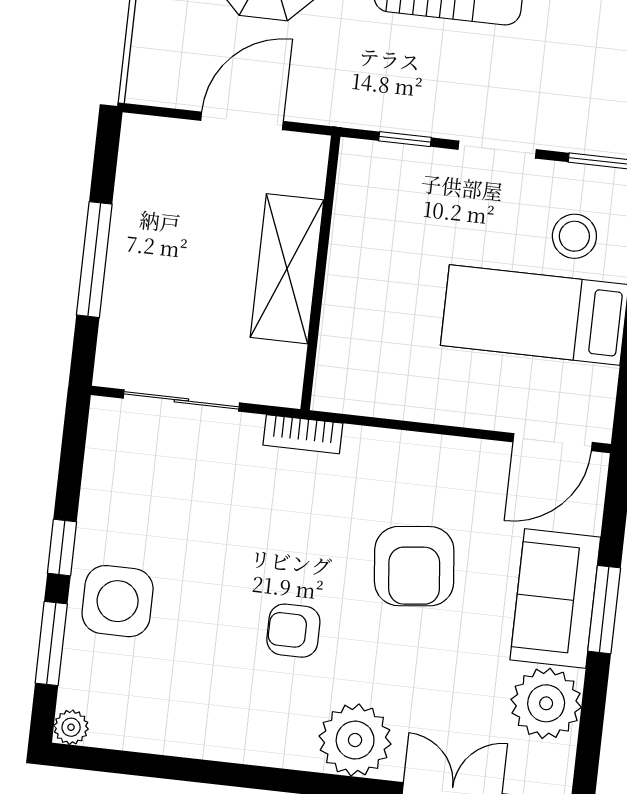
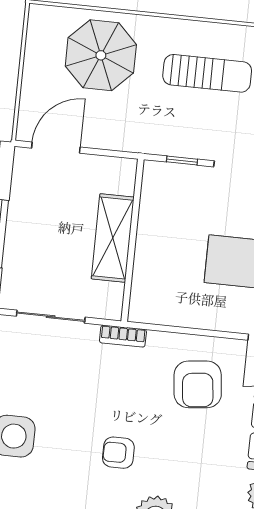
door: (242, 121) -> (56, 148), moved
armchair: (414, 566) -> (198, 384), moved

